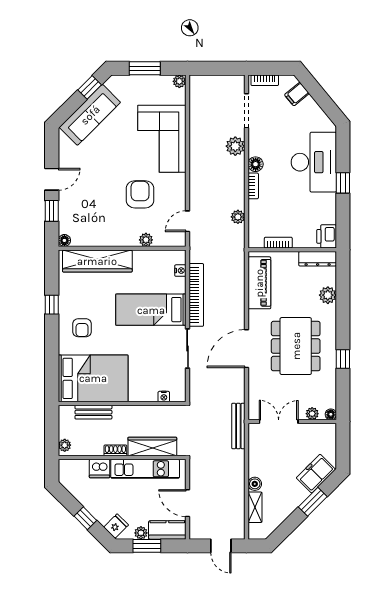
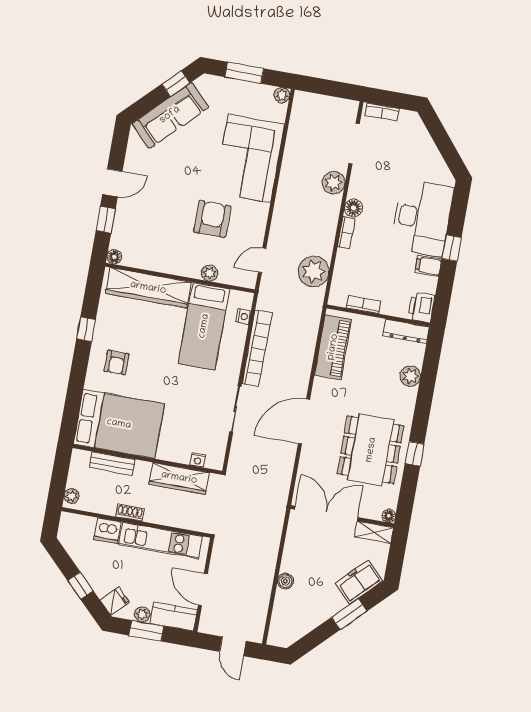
filing cabinet: (297, 94) -> (428, 266), moved, turned 39
plant: (238, 217) -> (314, 272), width x1.87, depth x1.87
bed: (151, 310) -> (204, 326), moved, turned -90
dining table: (296, 346) -> (371, 450), moved
plant: (312, 414) -> (367, 511), removed
double door: (279, 422) -> (326, 513), width x1.37
bench: (238, 426) -> (278, 510), removed
wardrobe: (152, 446) -> (179, 478), moved, turned 180
shelving: (255, 507) -> (374, 532), moved, turned 90

